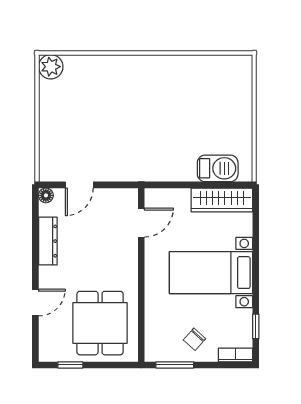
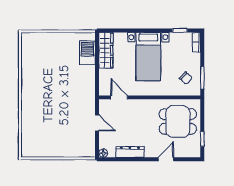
plant: (51, 67) -> (28, 150), removed
door: (79, 185) -> (97, 123), moved
door: (35, 303) -> (166, 159), hinge flipped
chair: (194, 339) -> (186, 78), moved

